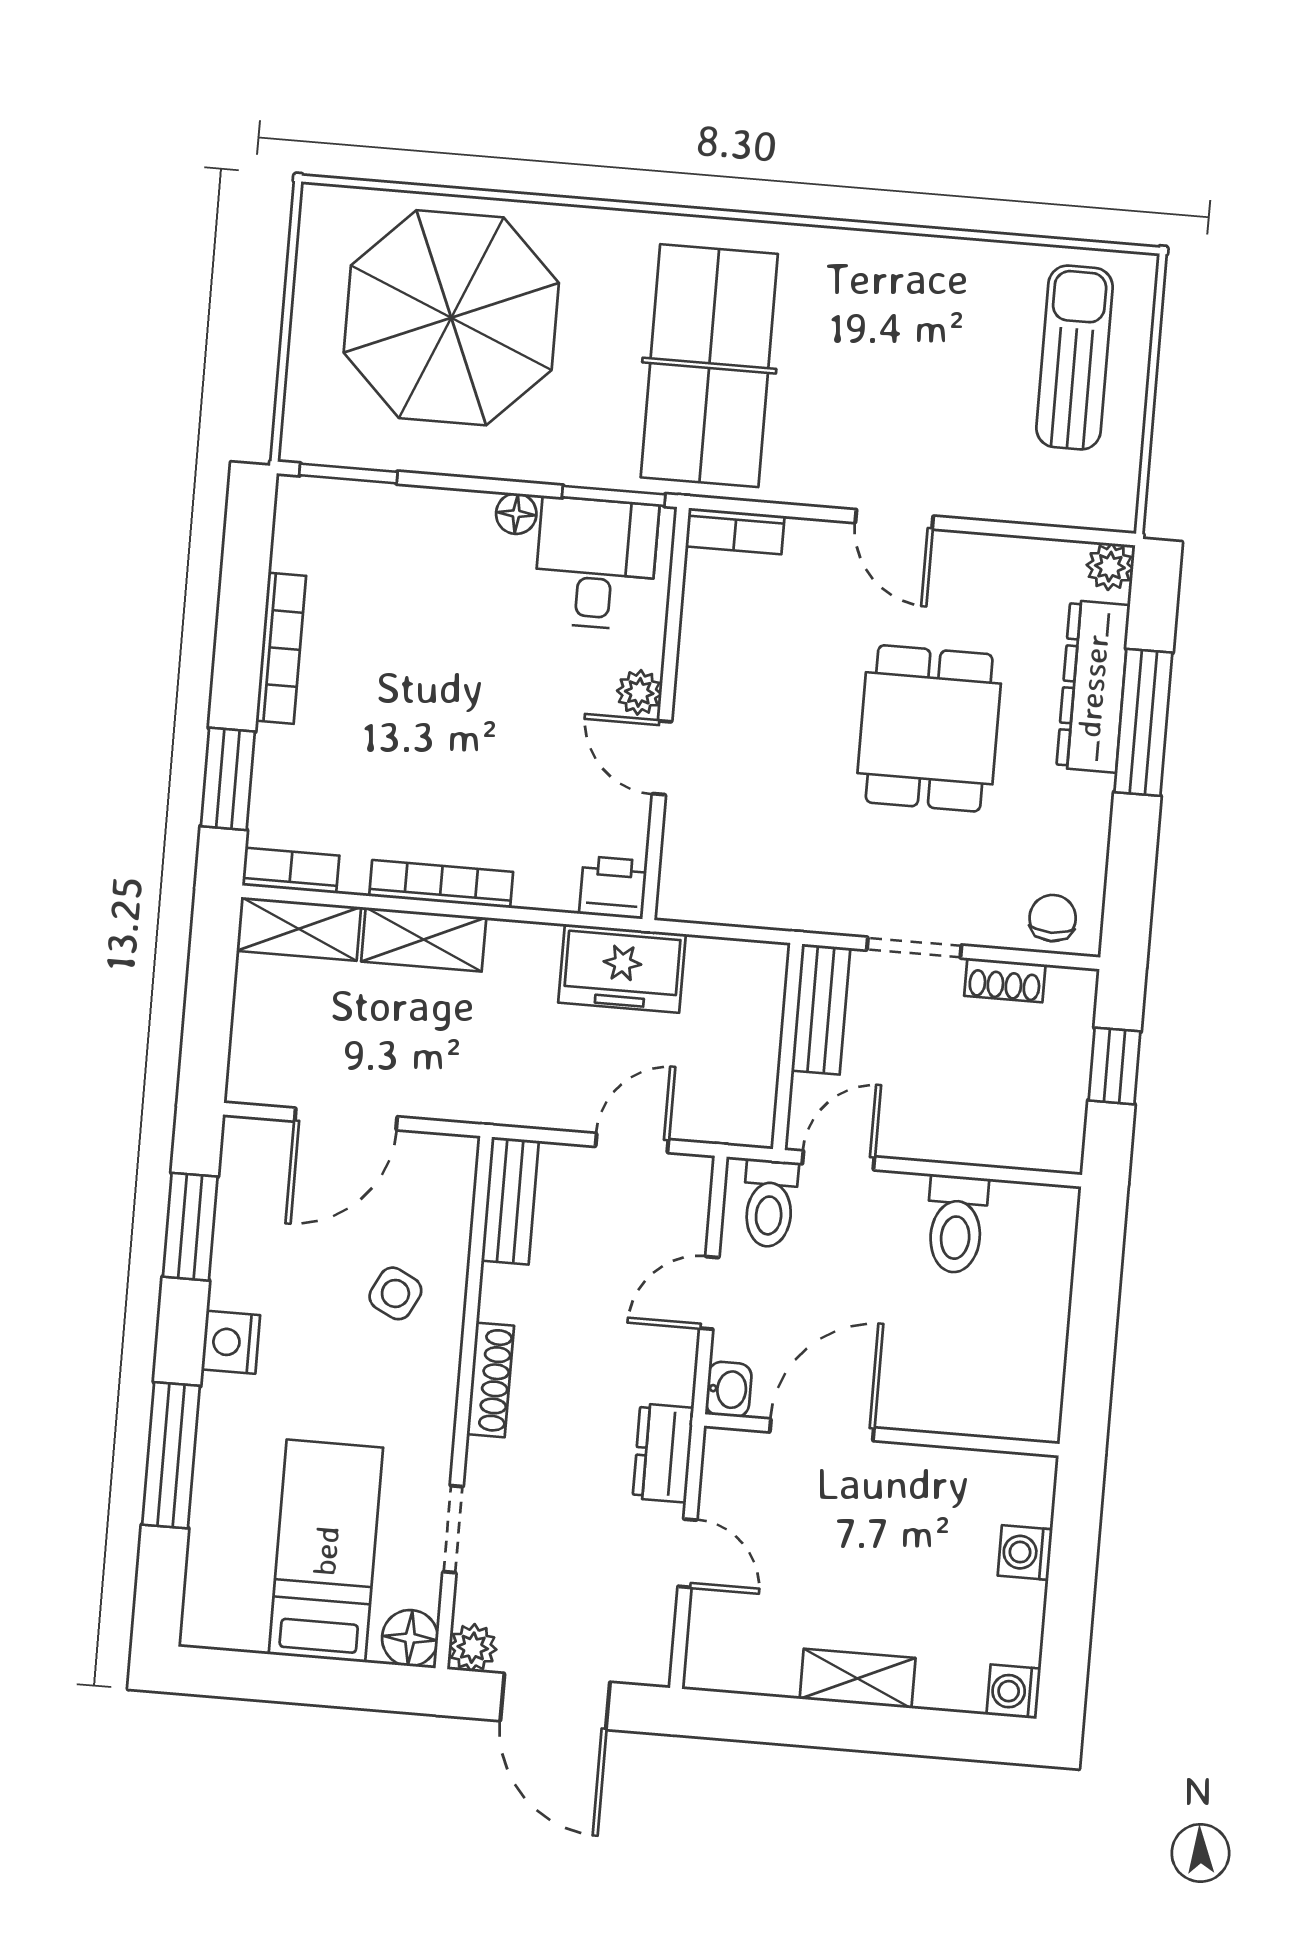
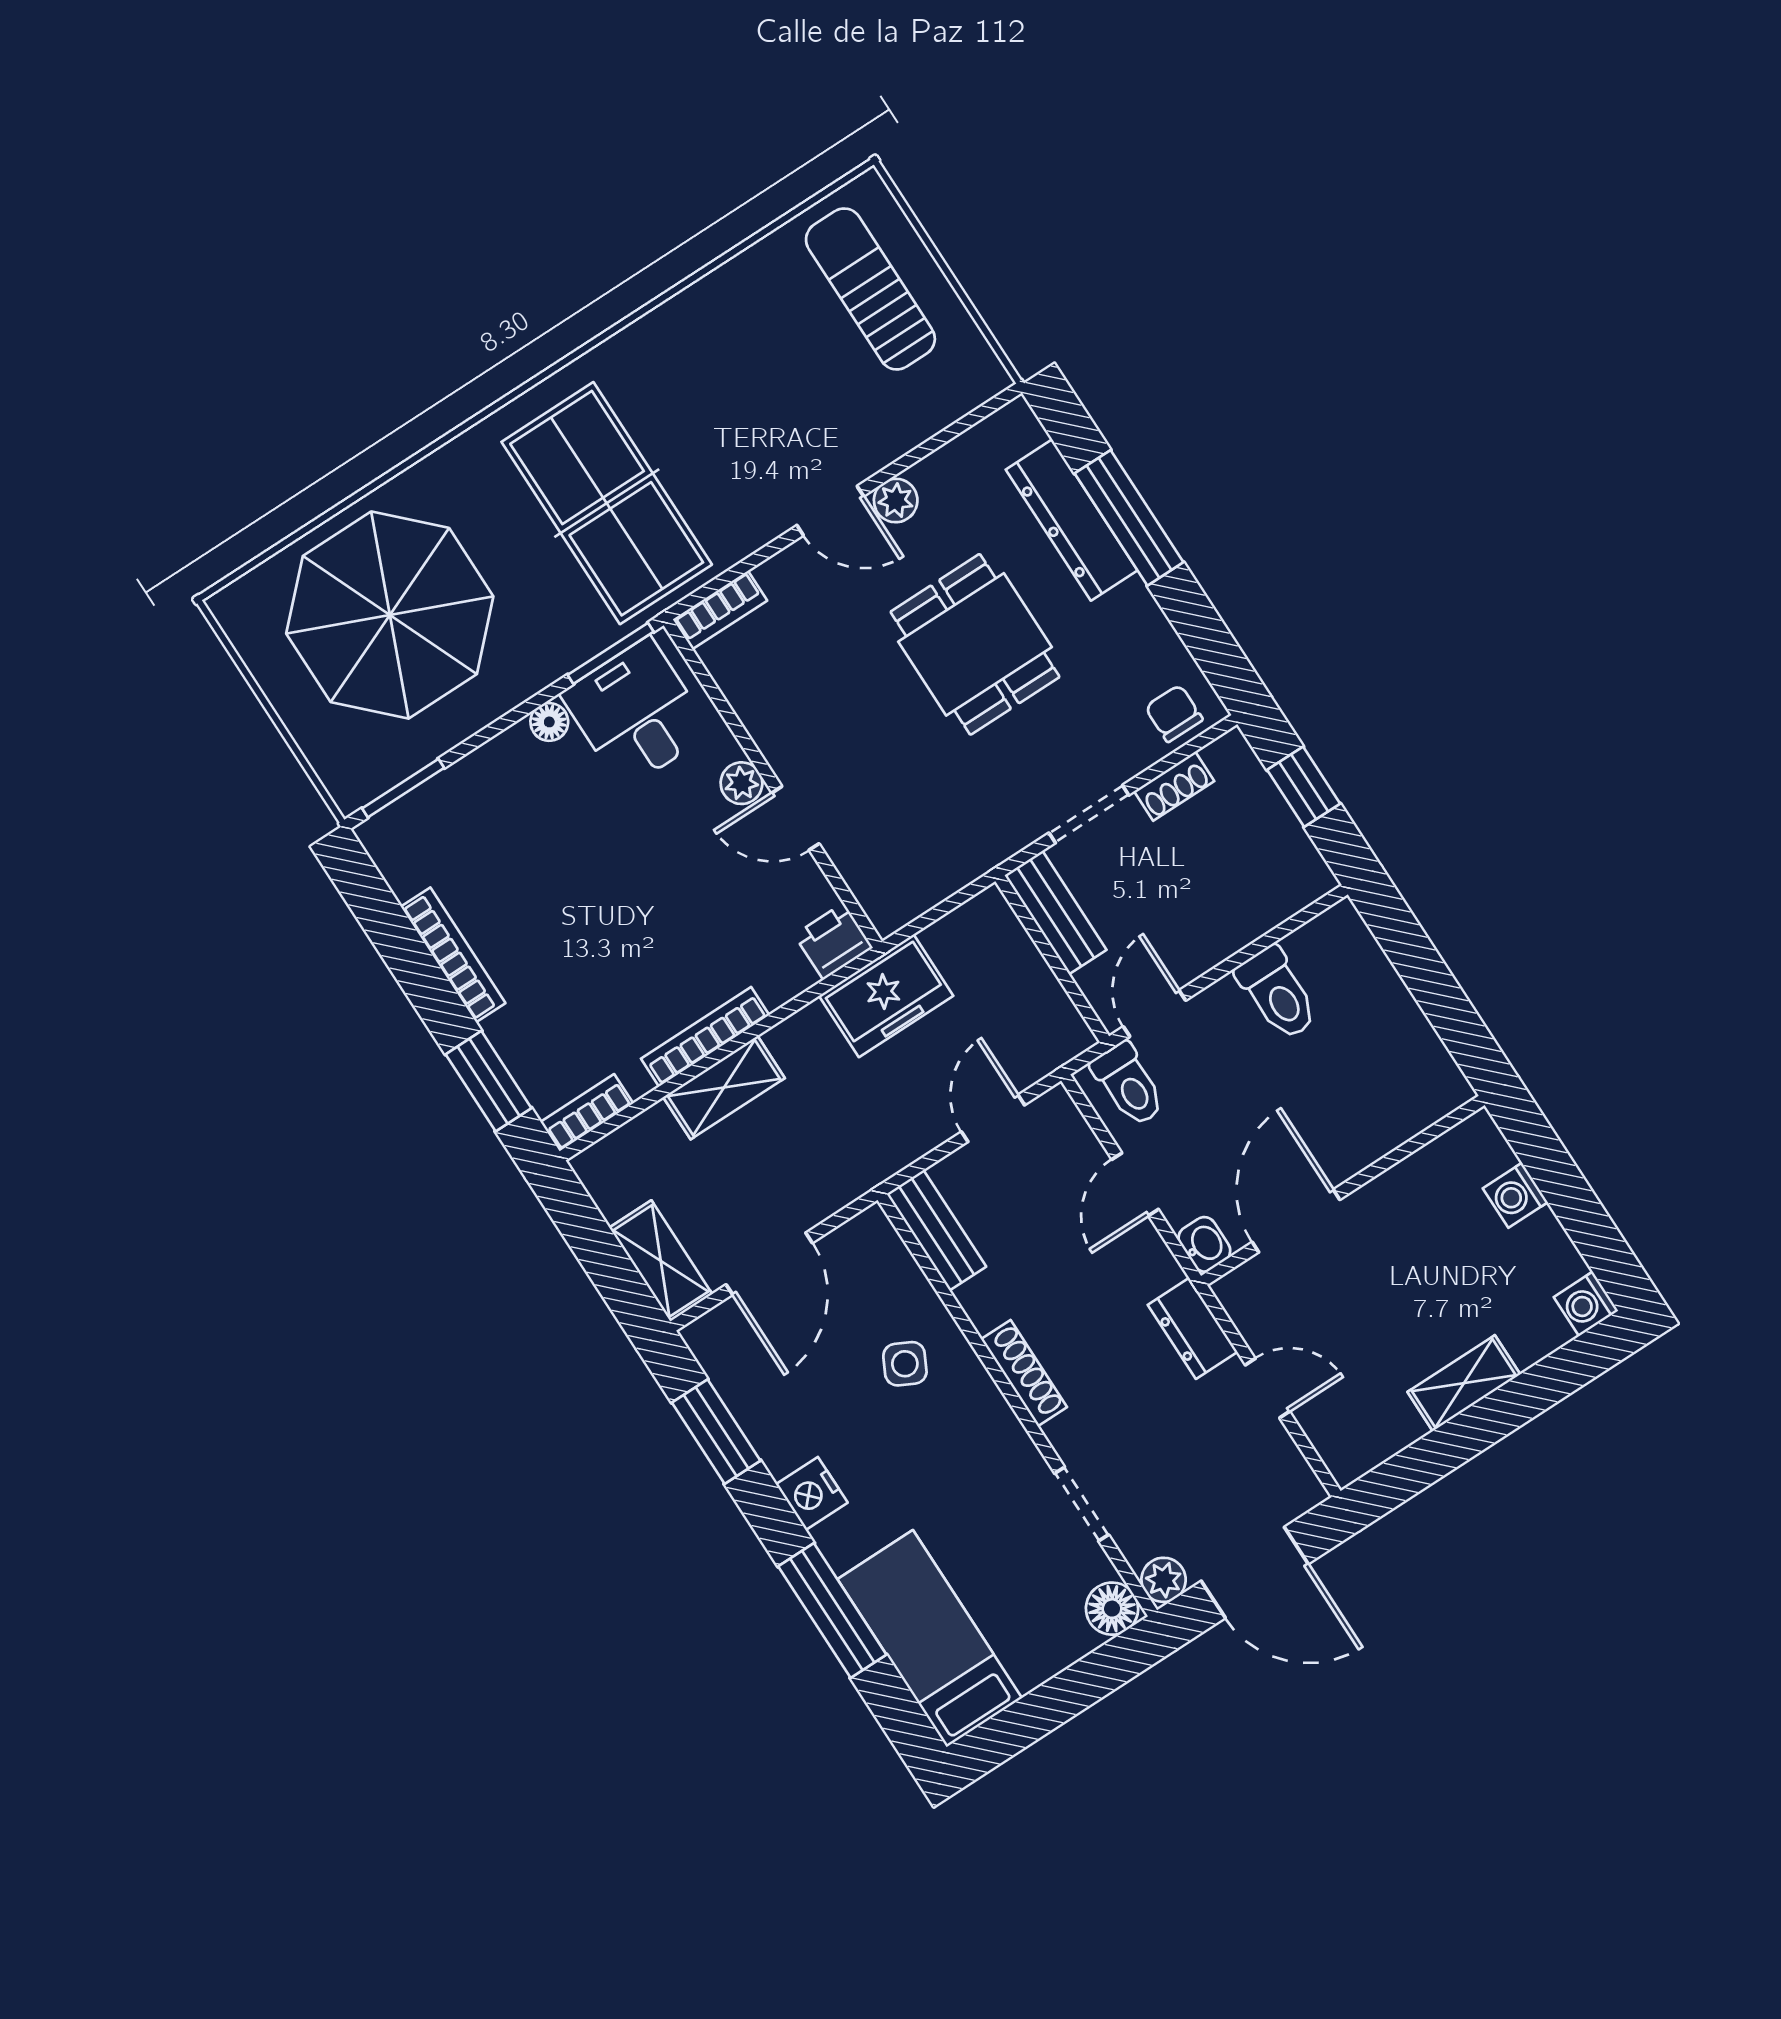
plant: (1110, 567) -> (896, 501), moved
shelving: (299, 929) -> (661, 1261), moved, turned 90
bed: (326, 1551) -> (930, 1639), moved

